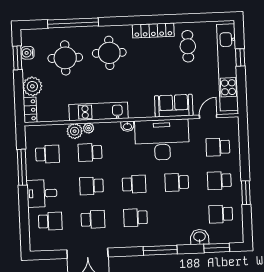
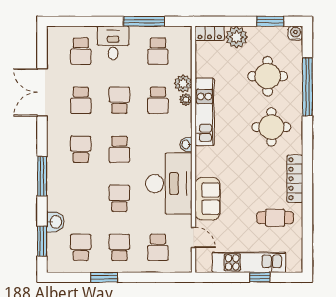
water cooler: (28, 53) -> (295, 33), moved
kitchen unit: (228, 67) -> (249, 262), width x0.73
school desk: (218, 147) -> (158, 247), turned 180
school desk: (90, 152) -> (158, 100), turned 180

